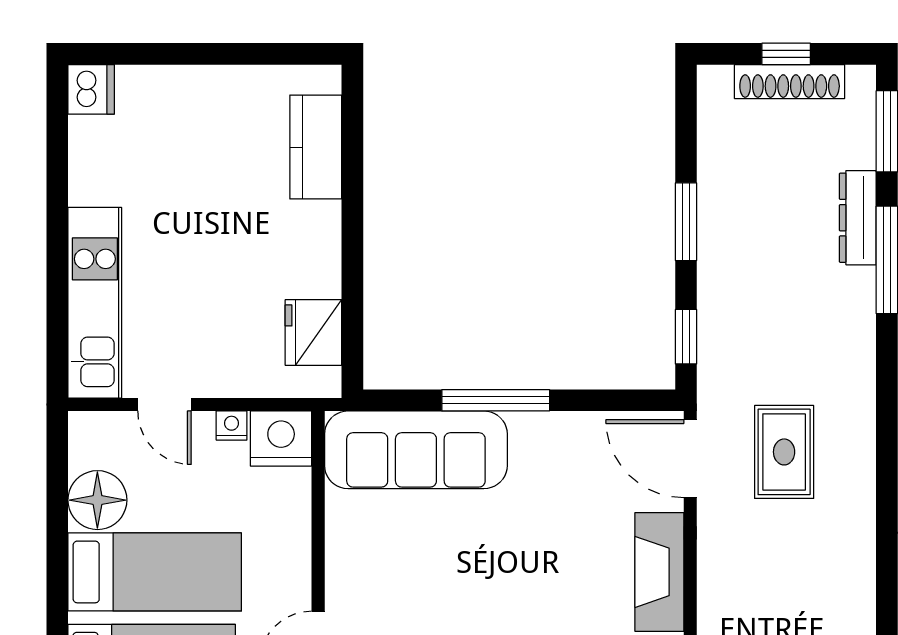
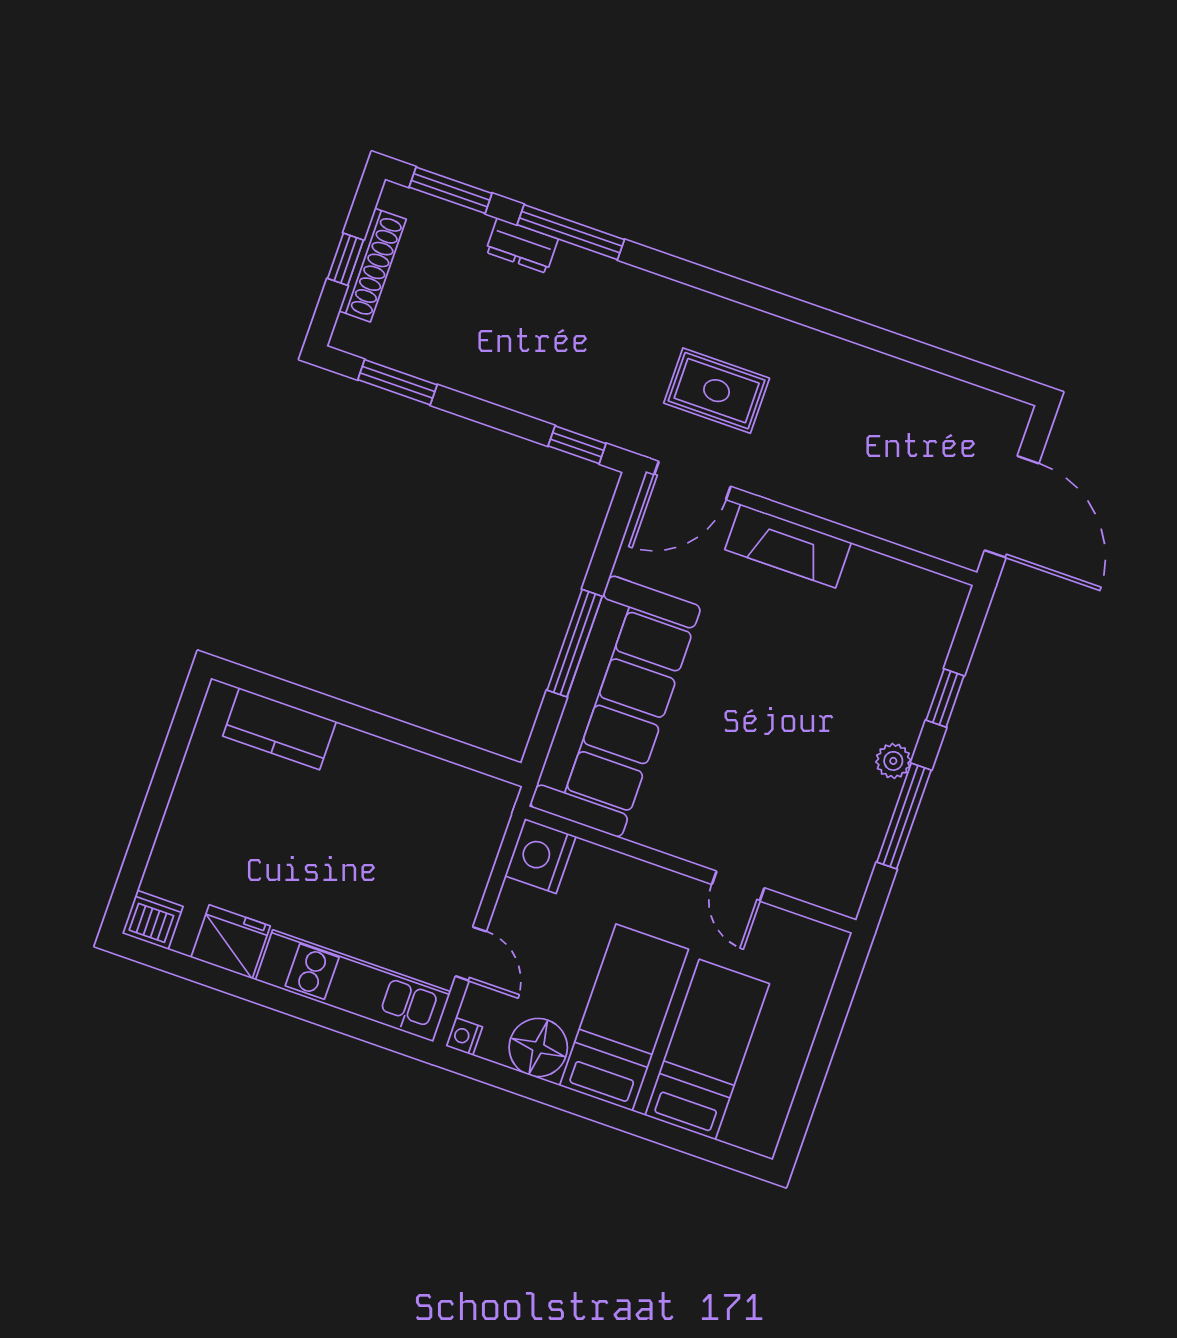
dresser: (858, 218) -> (522, 246), width x0.70
window: (686, 222) -> (397, 382), moved
fridge: (313, 333) -> (231, 942), moved, turned 180
door: (164, 405) -> (471, 954), hinge flipped
nightstand: (232, 425) -> (464, 1036), moved
sofa: (416, 450) -> (615, 706), width x1.36, depth x1.27

